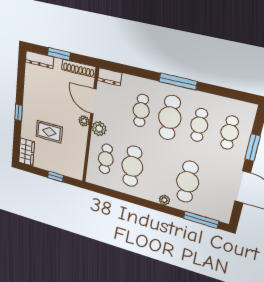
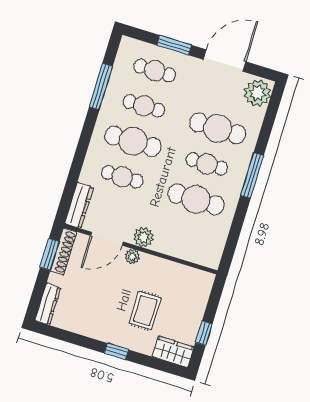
window: (59, 54) -> (50, 254), moved
dresser: (110, 77) -> (79, 205), width x1.44
window: (178, 81) -> (101, 87), moved
cafe table: (106, 159) -> (207, 164), moved
window: (55, 177) -> (204, 333), moved
plant: (164, 200) -> (257, 93), moved, width x1.88, depth x1.88
window: (201, 220) -> (252, 175), moved

